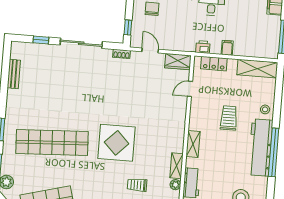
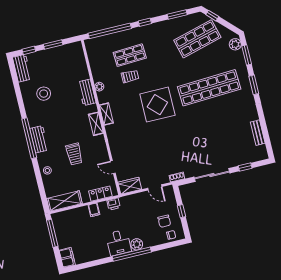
window: (128, 27) -> (181, 211), moved
door: (190, 89) -> (113, 167), swing flipped
workbench: (260, 147) -> (39, 139), width x0.53, depth x0.76
shelving: (177, 166) -> (106, 114), moved

